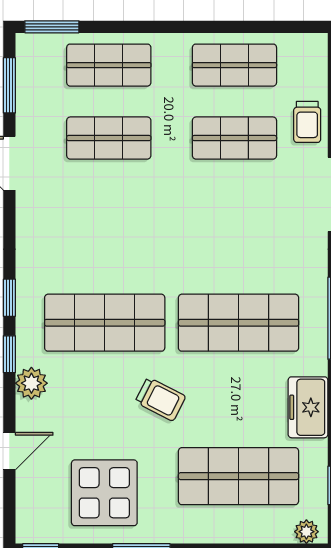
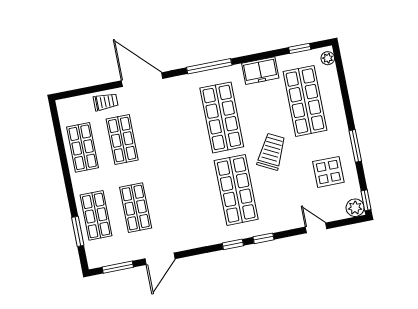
window: (52, 27) -> (78, 231), moved
plant: (31, 383) -> (355, 208), moved
trolley: (160, 399) -> (272, 152), width x1.36, depth x1.39
display table: (104, 493) -> (328, 172), width x0.73, depth x0.73

